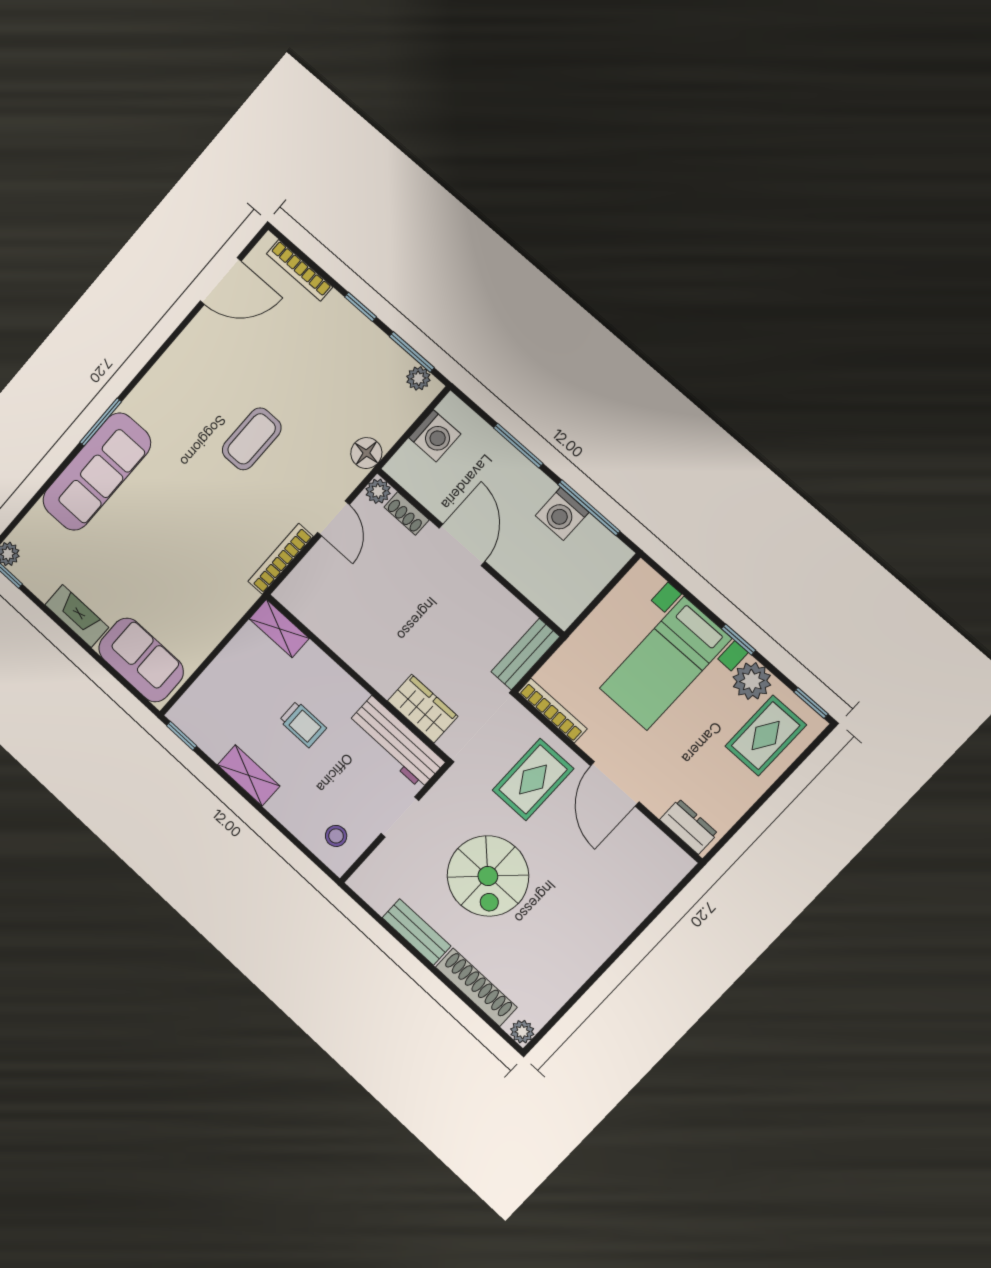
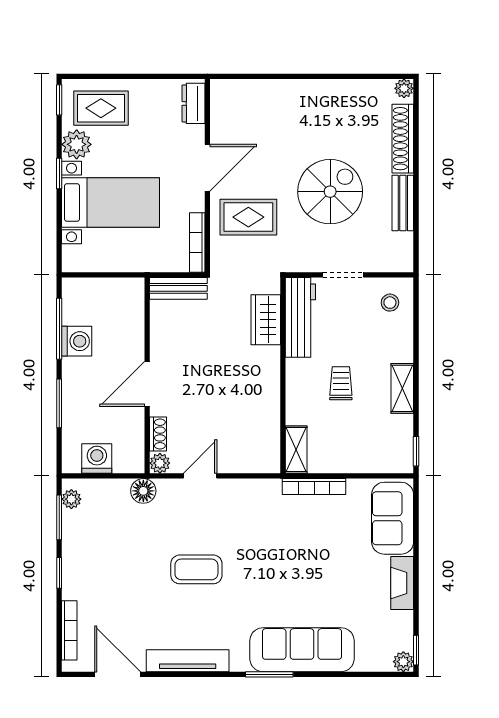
tv unit: (177, 357) -> (188, 661), added
bookcase: (281, 559) -> (314, 486), moved

